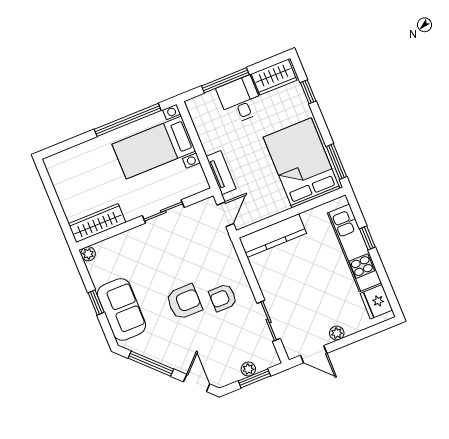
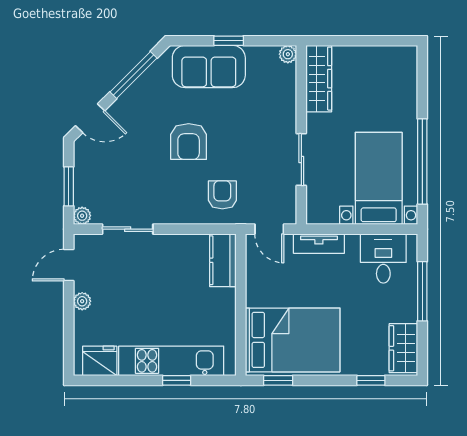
desk: (240, 100) -> (383, 258), moved, turned -90
window: (336, 161) -> (278, 380), width x0.67
kitchen counter: (273, 236) -> (223, 260), width x0.67
armchair: (223, 298) -> (222, 195), moved
plant: (248, 369) -> (82, 216), moved

